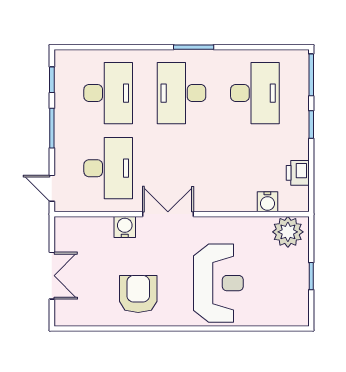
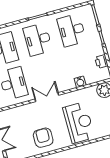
desk: (255, 93) -> (72, 30), turned 180
water cooler: (267, 202) -> (80, 82), moved
water cooler: (125, 227) -> (28, 108), removed

